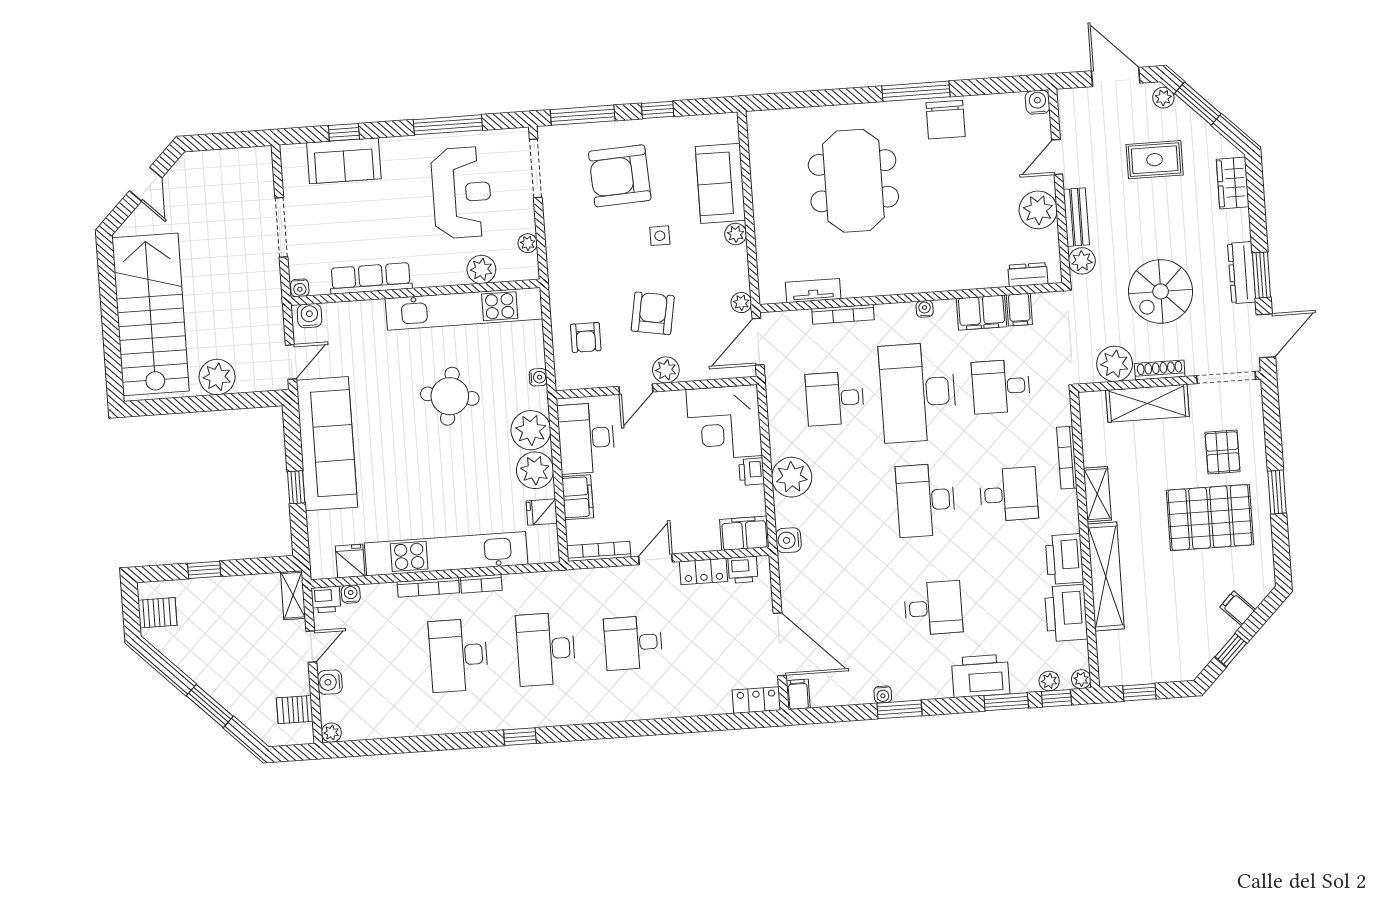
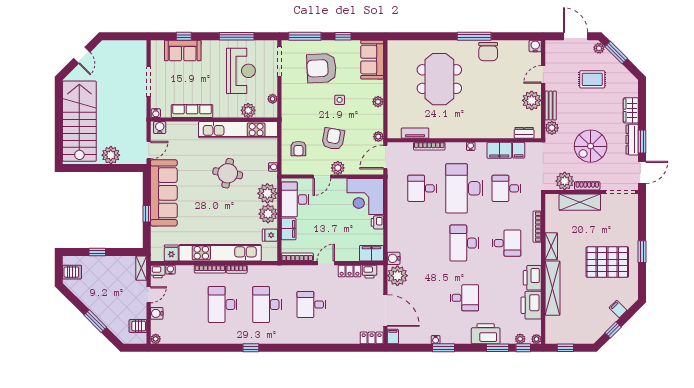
sofa: (720, 183) -> (372, 60), moved
wardrobe: (1233, 183) -> (631, 110), moved
pallet: (1223, 452) -> (616, 229), removed
plant: (792, 477) -> (397, 276), moved

